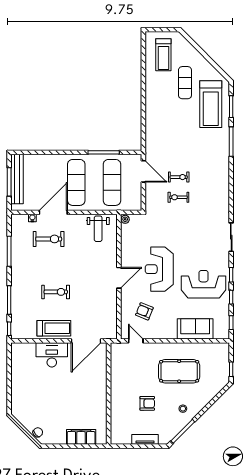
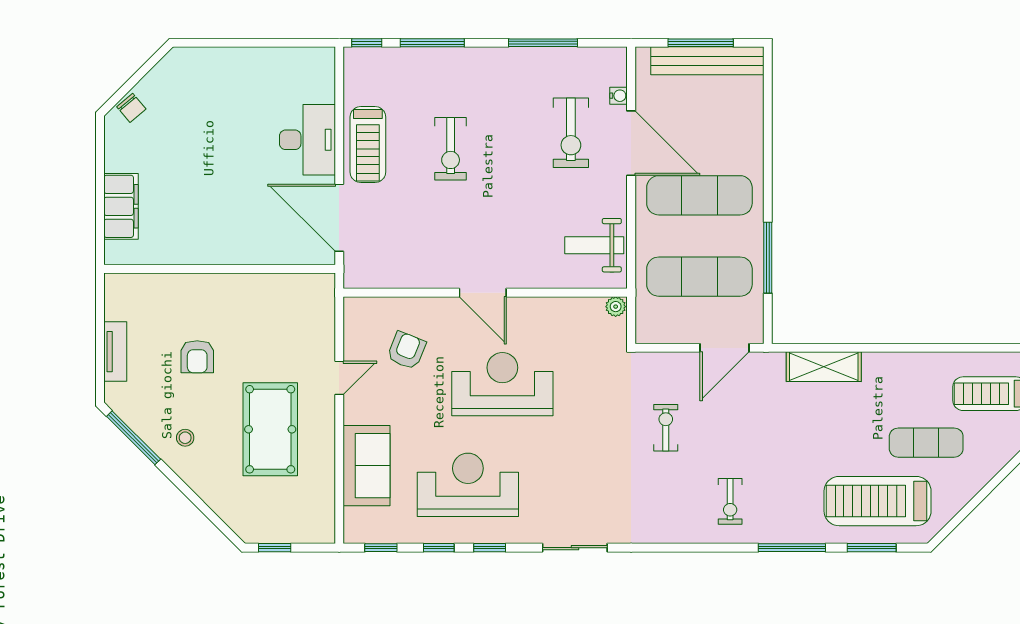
shelving: (152, 128) -> (824, 367), added
exercise bike: (179, 177) -> (730, 501), moved
reception desk: (204, 284) -> (468, 485), turned -90
door: (136, 341) -> (339, 378), moved

